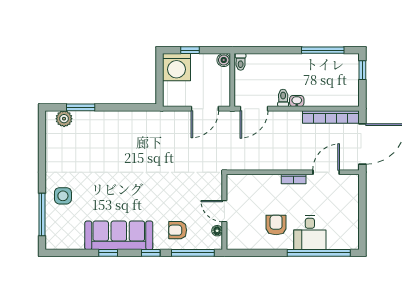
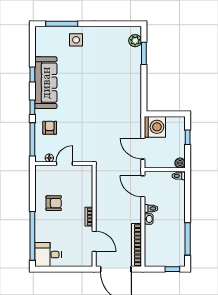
washing machine: (176, 67) -> (155, 127), moved, turned 180
desk: (310, 233) -> (48, 255), moved

